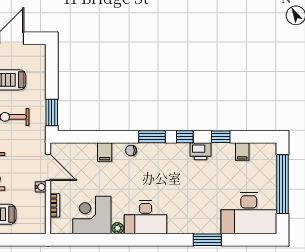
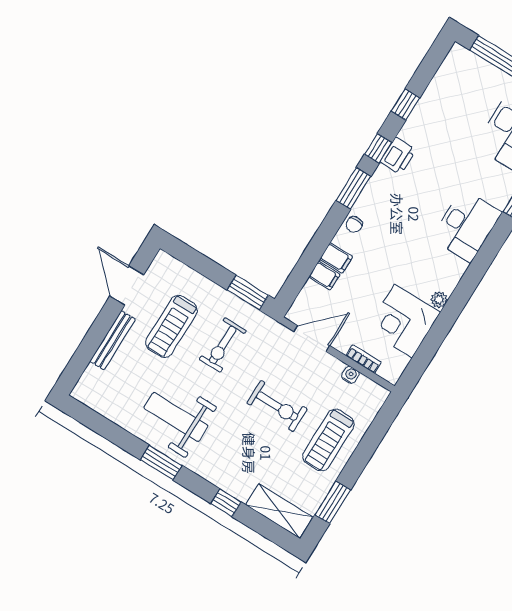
printer: (200, 151) -> (398, 156), moved
filing cabinet: (242, 152) -> (324, 276), moved
water cooler: (41, 187) -> (350, 375), moved
desk: (145, 217) -> (467, 226), moved

